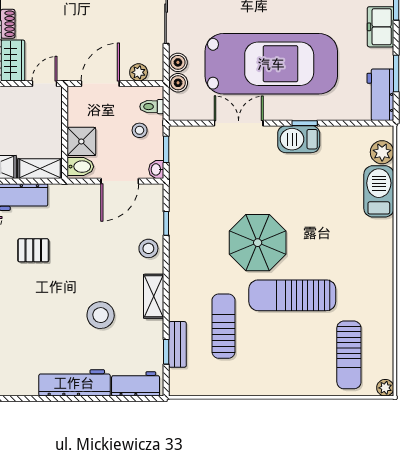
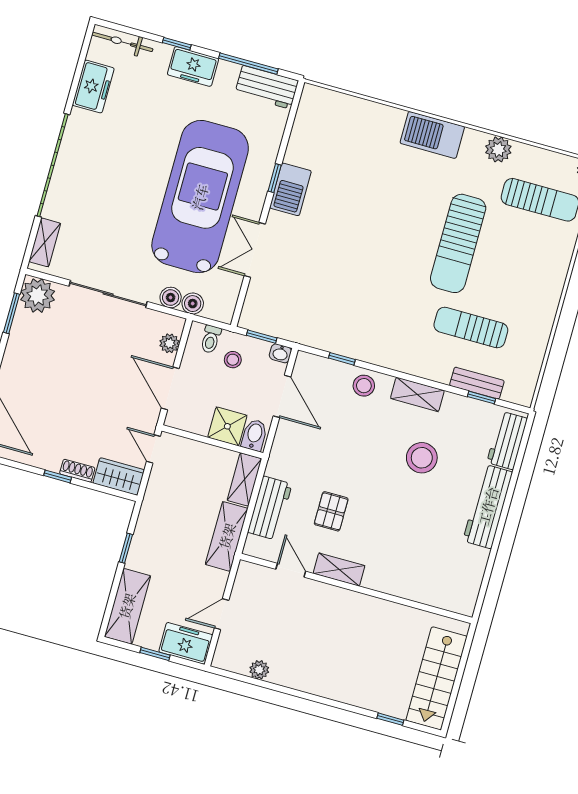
window: (396, 73) -> (248, 64), width x1.44
plant: (382, 152) -> (498, 149), moved
barbecue: (379, 191) -> (432, 135), moved
parasol: (258, 243) -> (390, 265), removed

